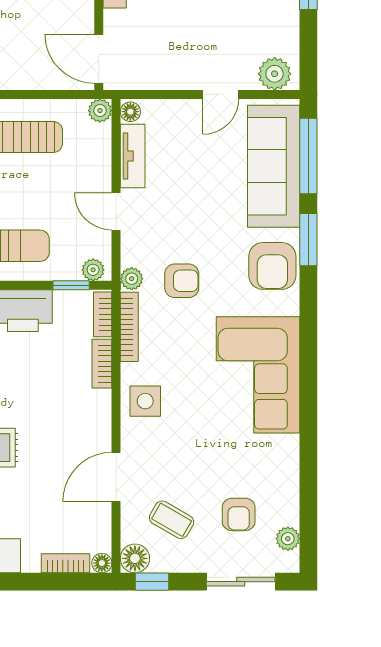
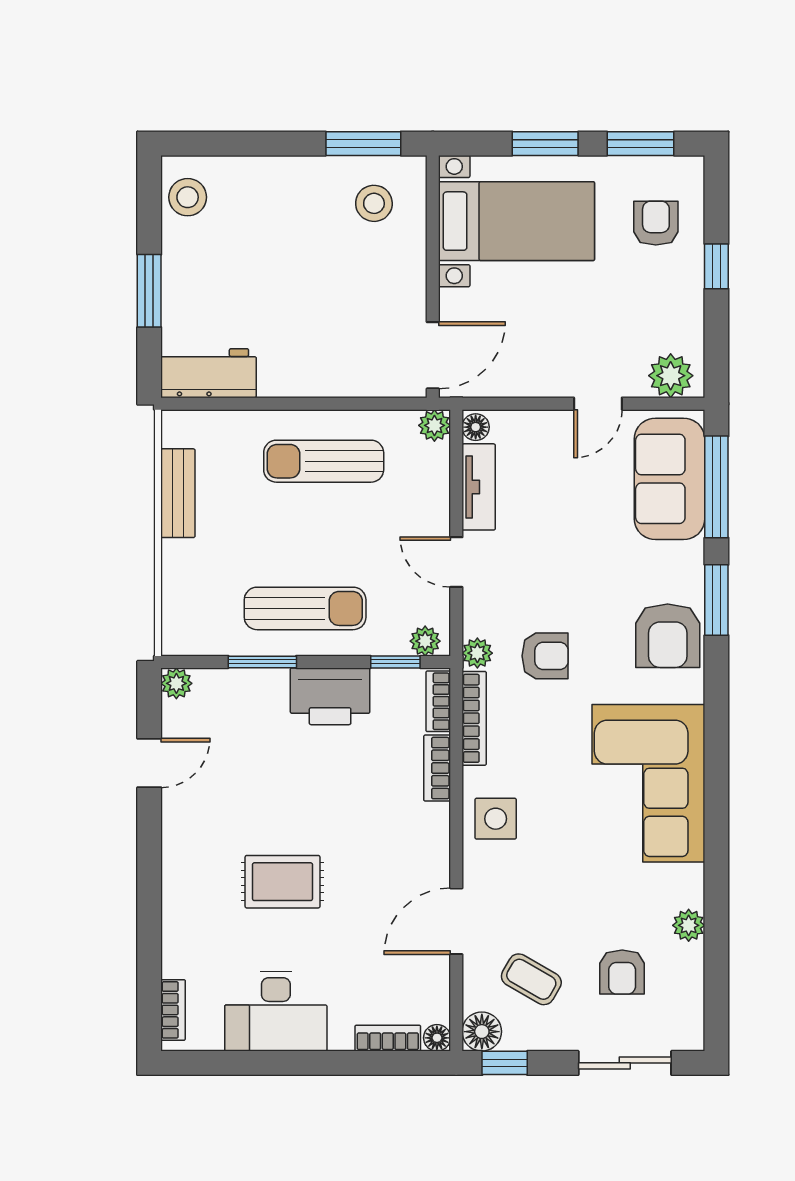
door: (99, 59) -> (433, 355), swing flipped
sofa: (274, 166) -> (670, 479), width x0.73
plant: (288, 539) -> (689, 925), moved

